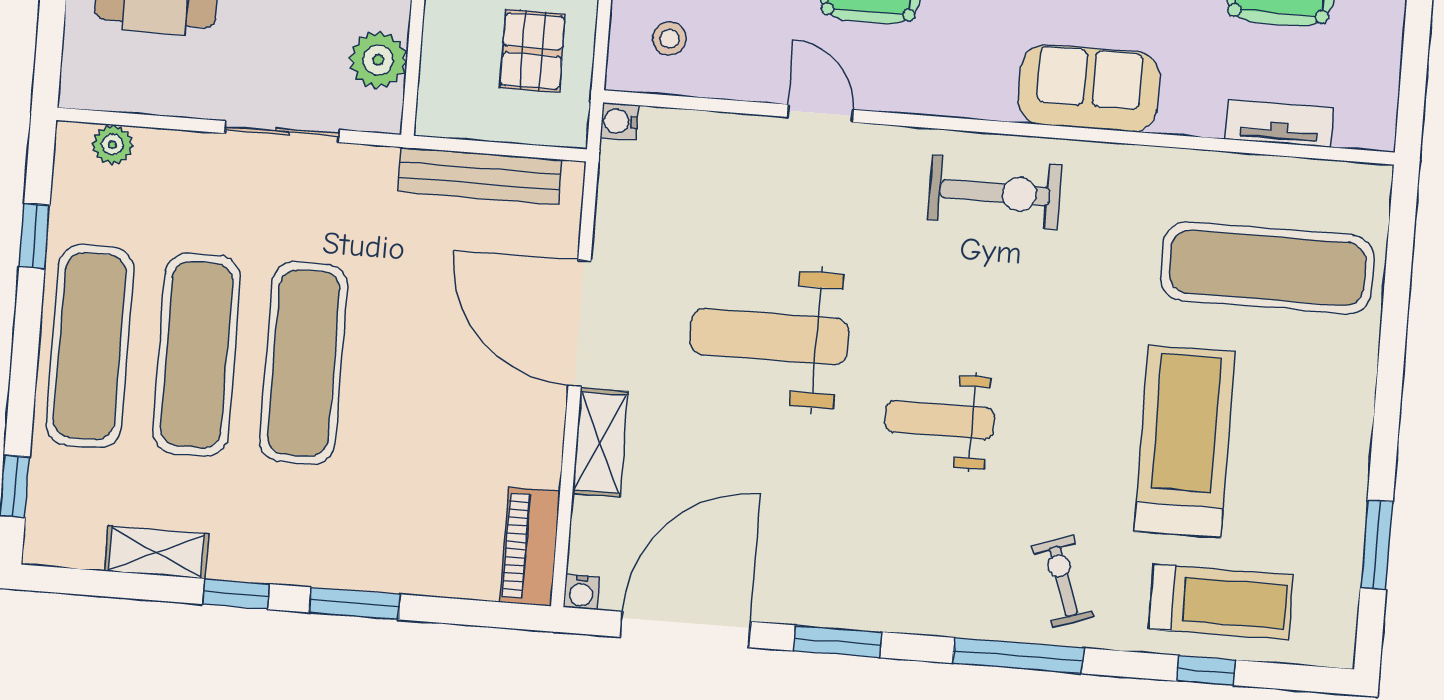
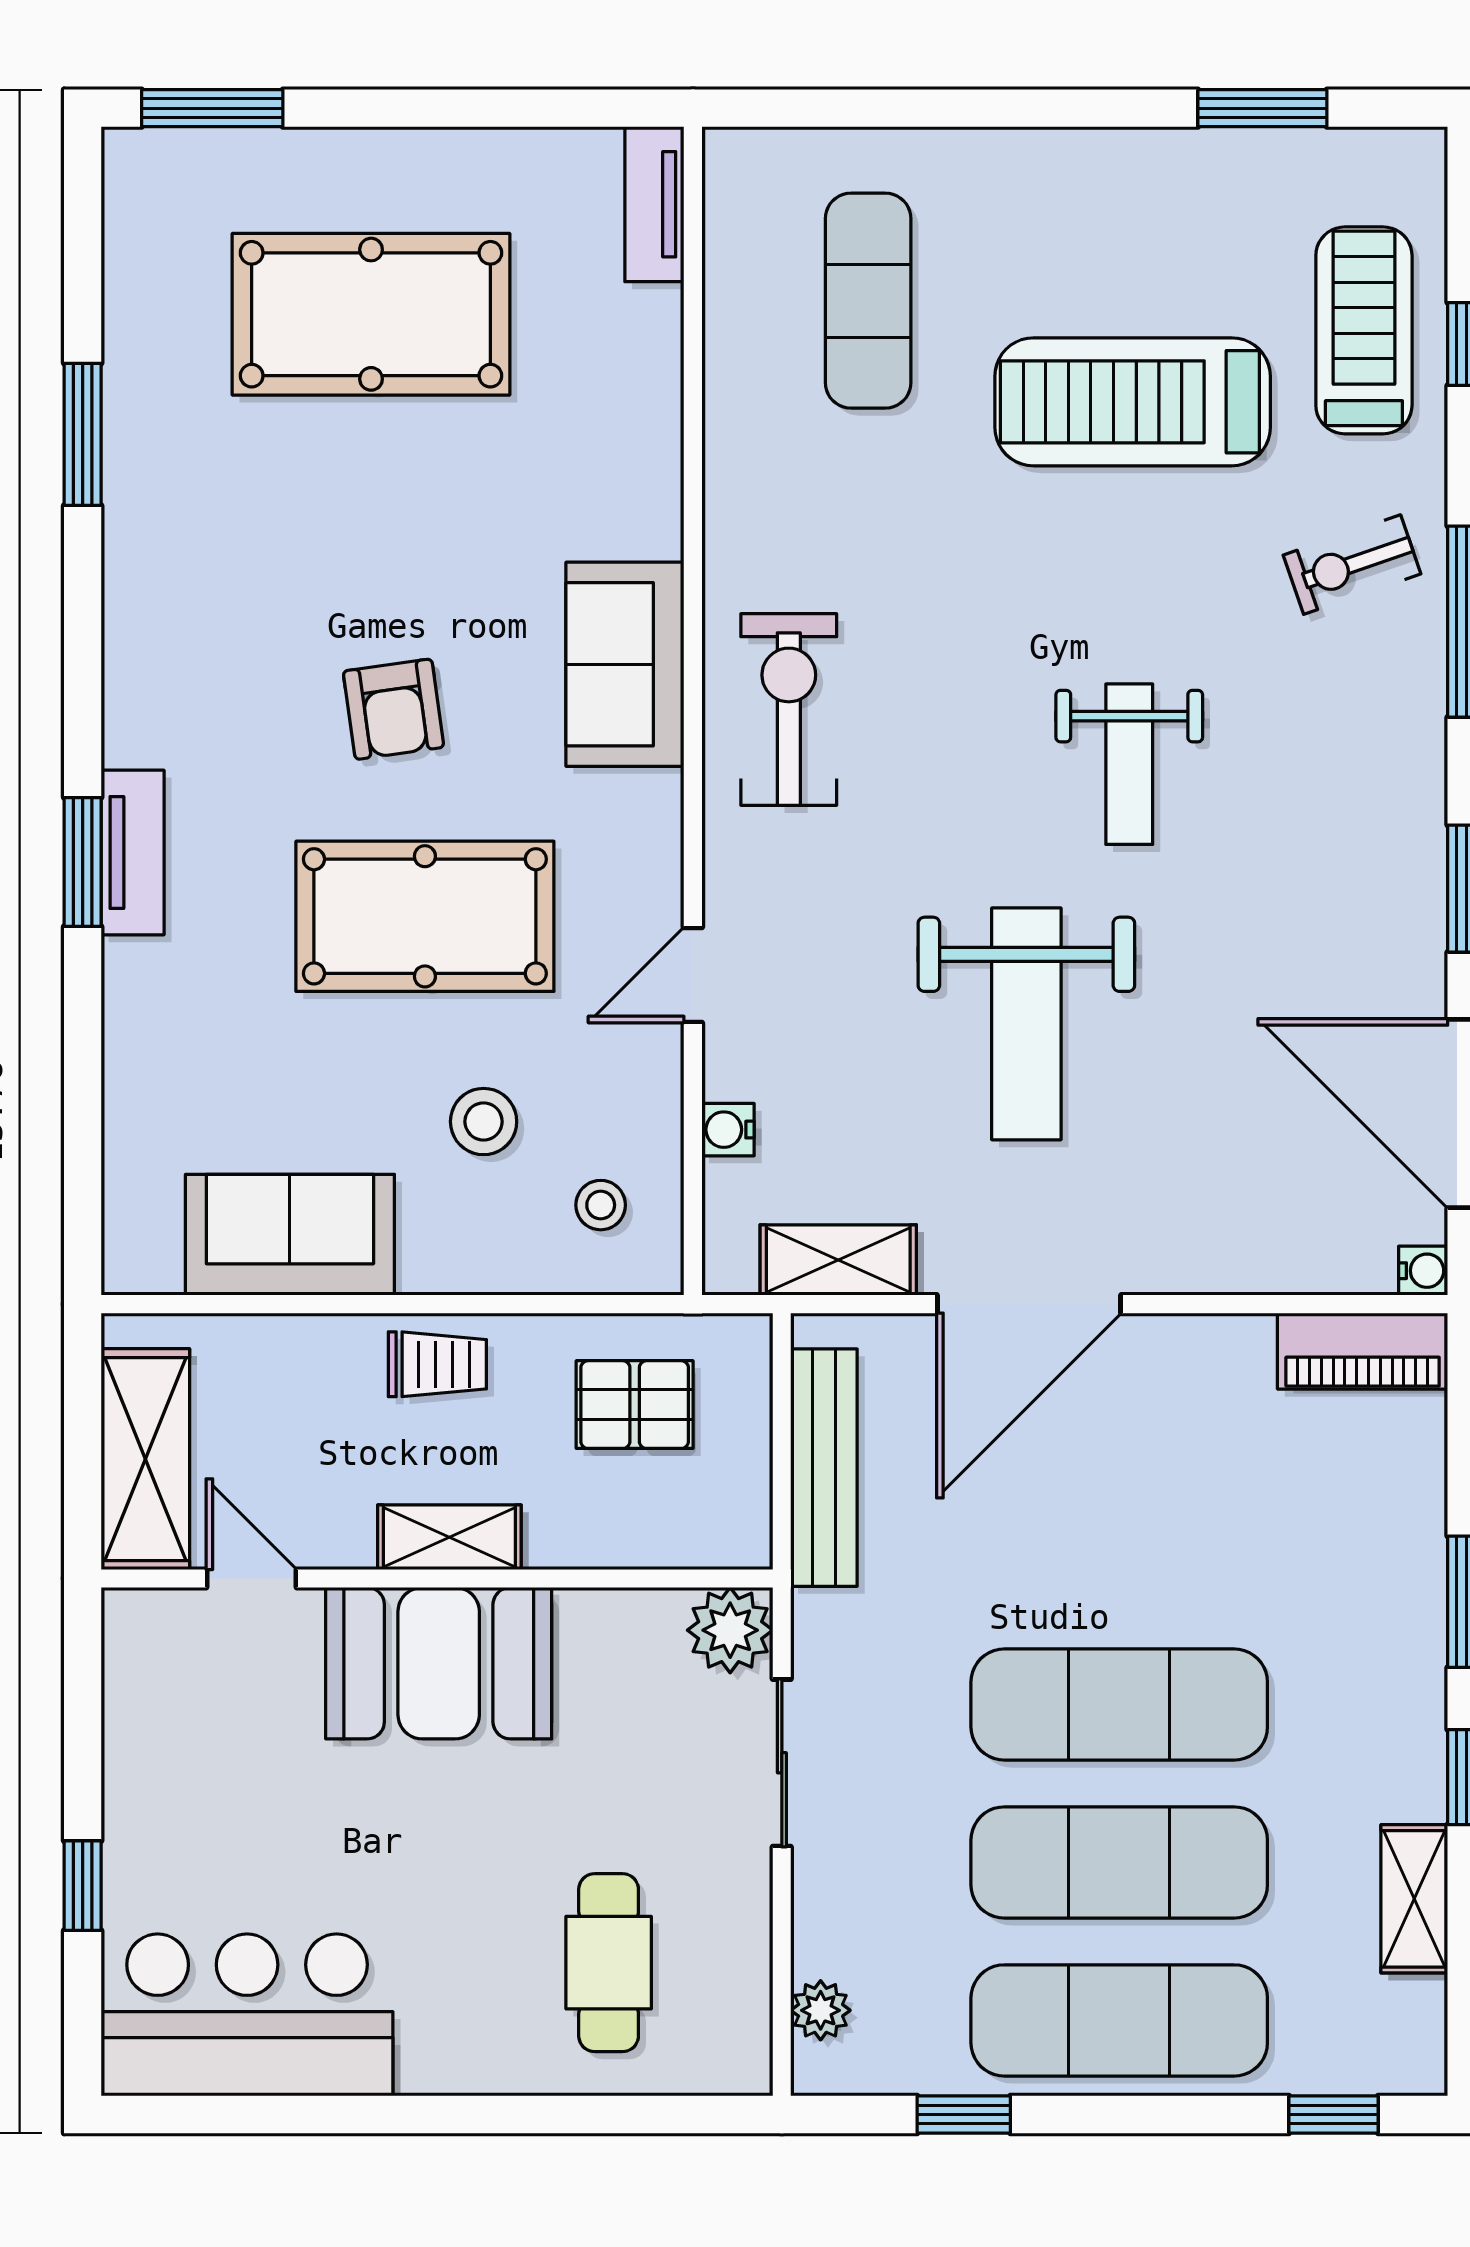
plant: (378, 60) -> (730, 1630), moved
sofa: (1089, 88) -> (625, 664), moved
water cooler: (619, 121) -> (728, 1130), moved, turned 90
tv unit: (1279, 123) -> (654, 204), moved
exercise mat: (1267, 268) -> (868, 301), width x0.73, depth x0.69
shelving: (600, 443) -> (838, 1260), moved

